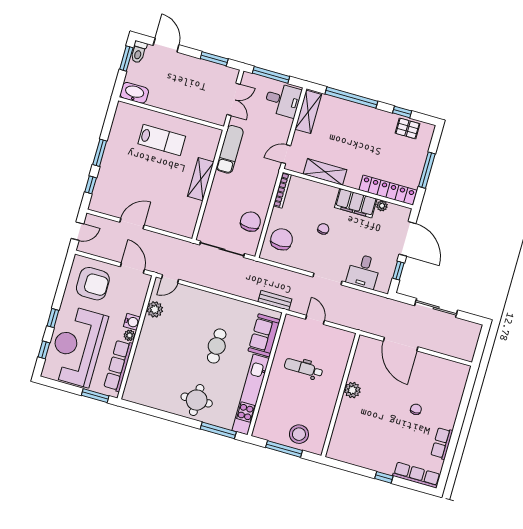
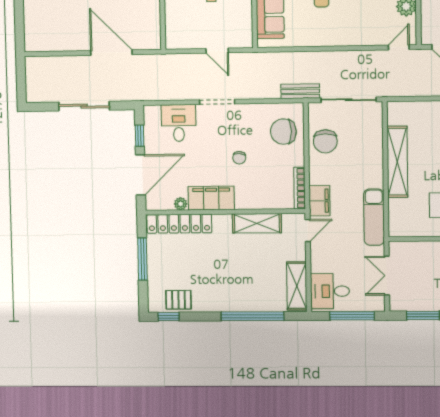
window: (402, 112) -> (169, 317), moved
filing cabinet: (269, 175) -> (319, 201), added
shelving: (201, 179) -> (397, 162), width x1.47
chair: (282, 239) -> (283, 132), turned 90
door: (407, 239) -> (140, 175), swing flipped
bench: (275, 300) -> (300, 91), moved

